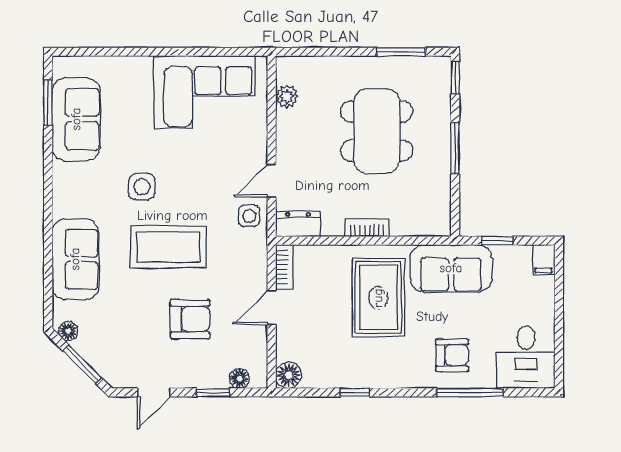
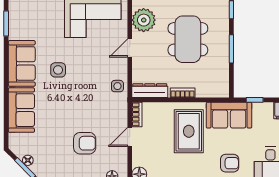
plant: (287, 96) -> (144, 20), width x1.87, depth x1.87
sofa: (76, 119) -> (22, 63), moved
door: (272, 181) -> (130, 48), moved
dresser: (298, 224) -> (150, 91), width x1.44
coffee table: (168, 247) -> (73, 103), removed
floor lamp: (68, 331) -> (28, 160), moved

